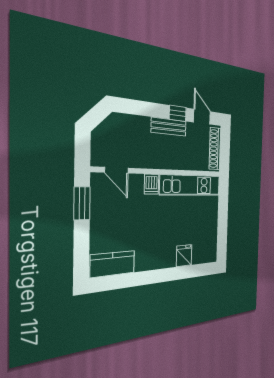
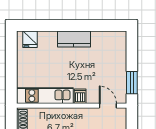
fridge: (184, 256) -> (30, 39), moved
kitchen counter: (113, 264) -> (74, 39), moved

